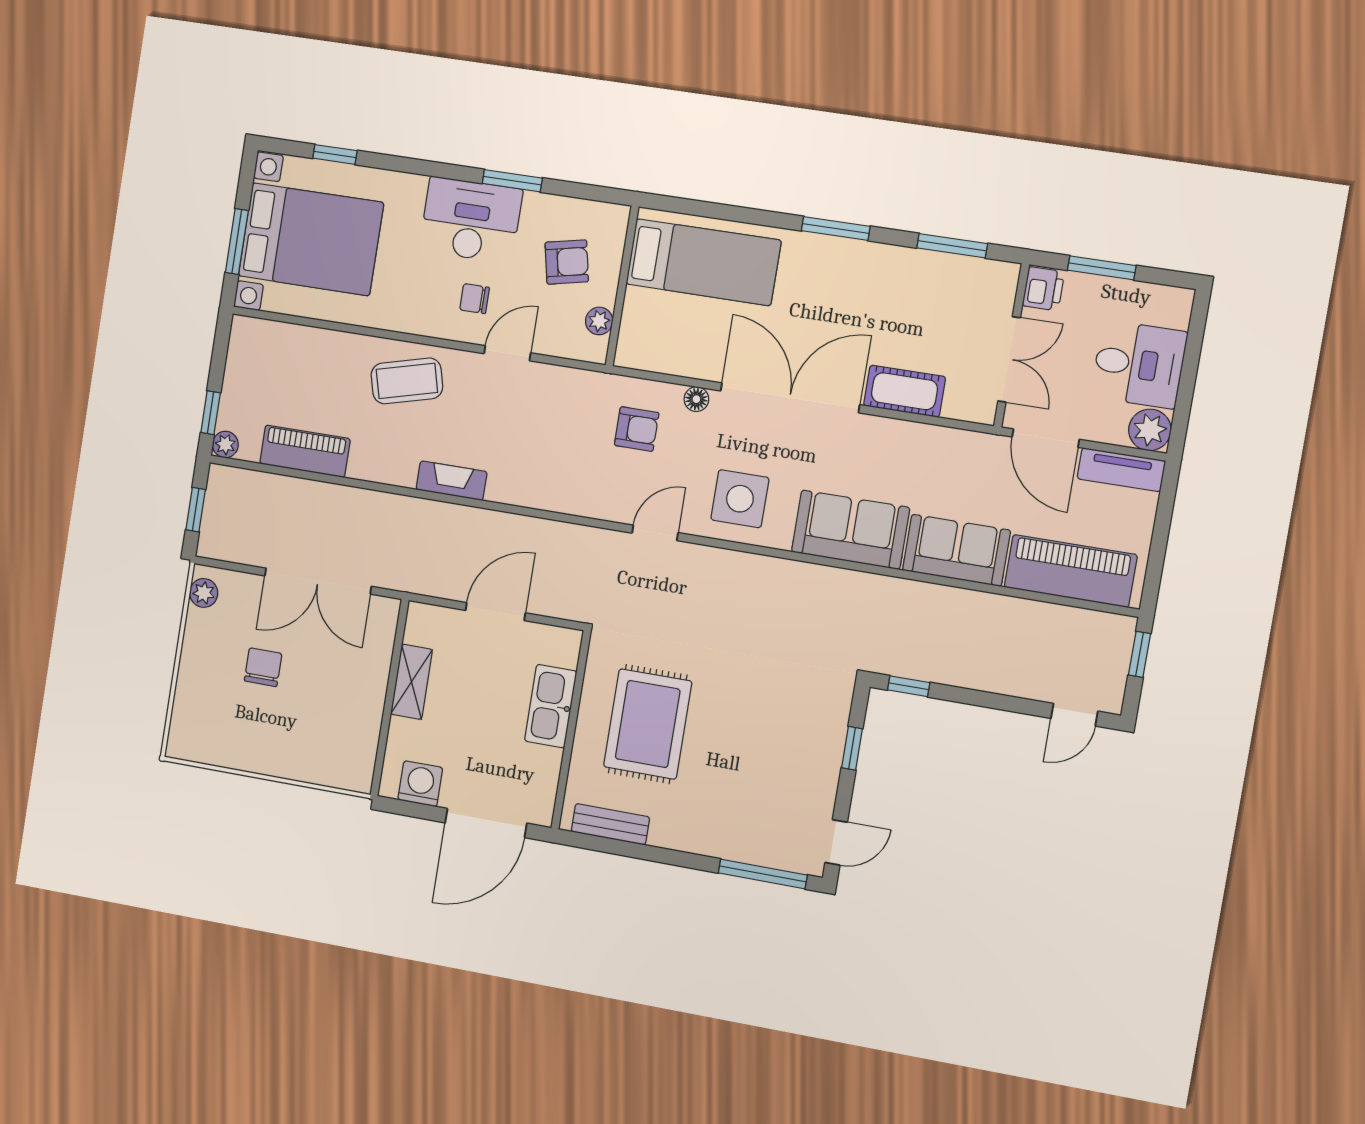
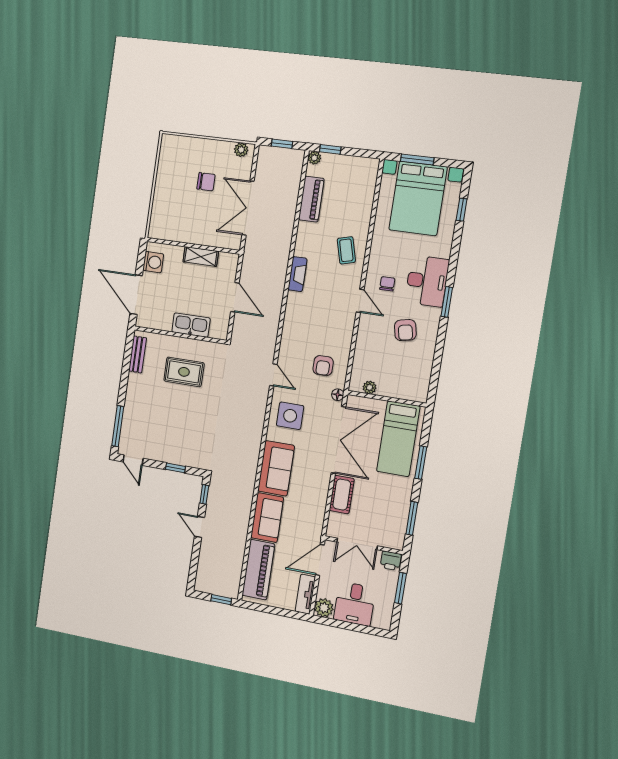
bed: (703, 262) -> (398, 439), moved
wall: (622, 286) -> (387, 399), moved
plant: (599, 321) -> (370, 387), moved
coffee table: (407, 381) -> (346, 250), width x0.73, depth x0.77
door: (1074, 715) -> (200, 527), moved
rug: (648, 724) -> (184, 372), width x0.73, depth x0.70

